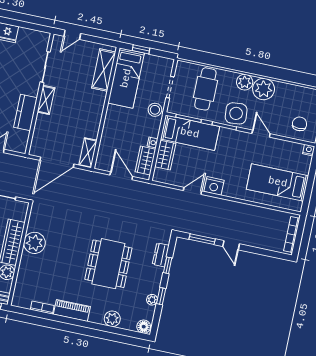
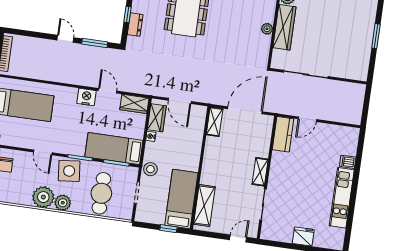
kitchen counter: (25, 112) -> (283, 134), moved
wardrobe: (165, 155) -> (134, 104), moved, turned -90
door: (193, 191) -> (108, 91), swing flipped
plant: (34, 243) -> (267, 29), width x0.53, depth x0.53

